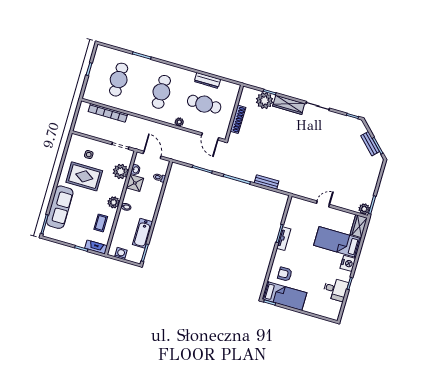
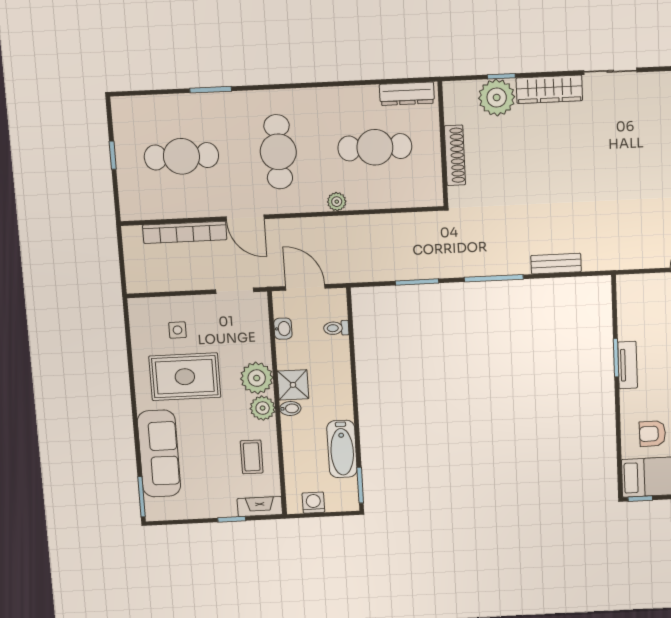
cafe table: (119, 80) -> (181, 156), turned 90
dresser: (207, 80) -> (407, 94), moved
door: (210, 136) -> (245, 218), moved
plant: (121, 172) -> (257, 378), moved
shower: (135, 183) -> (293, 385), moved

